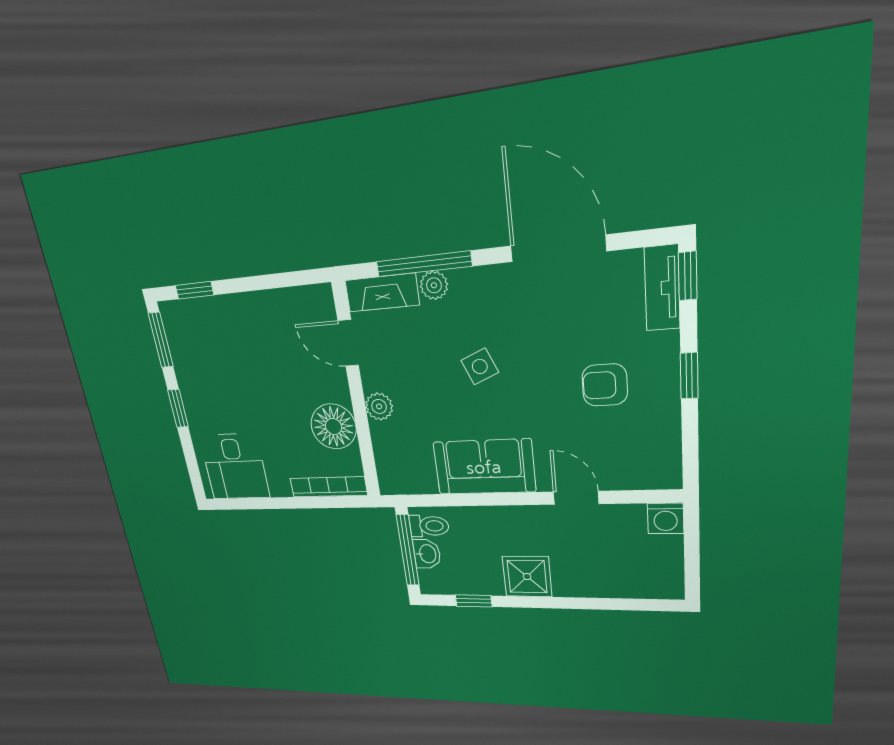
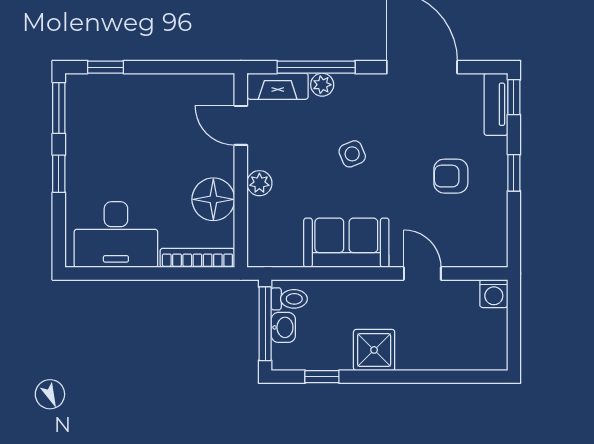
desk: (235, 467) -> (116, 235), width x1.37

